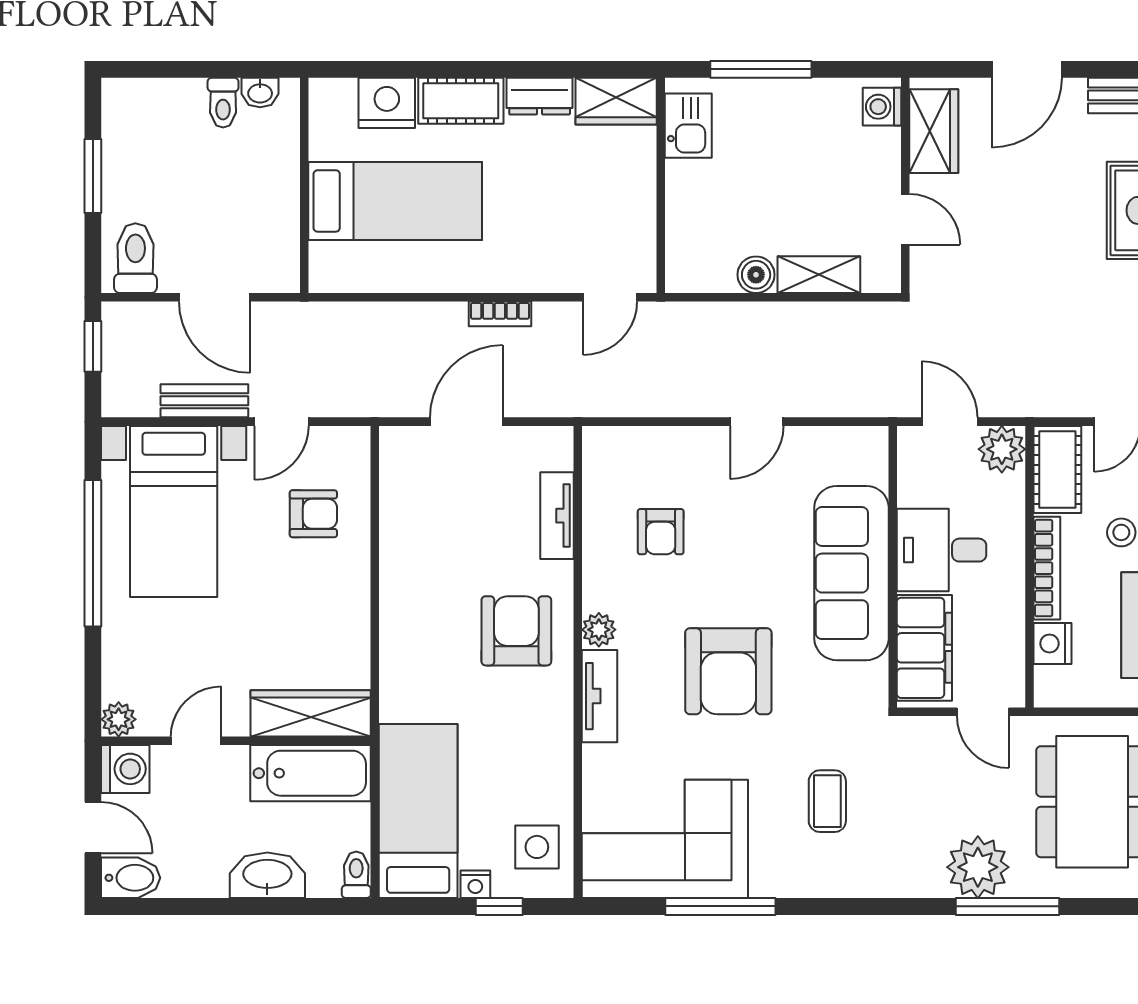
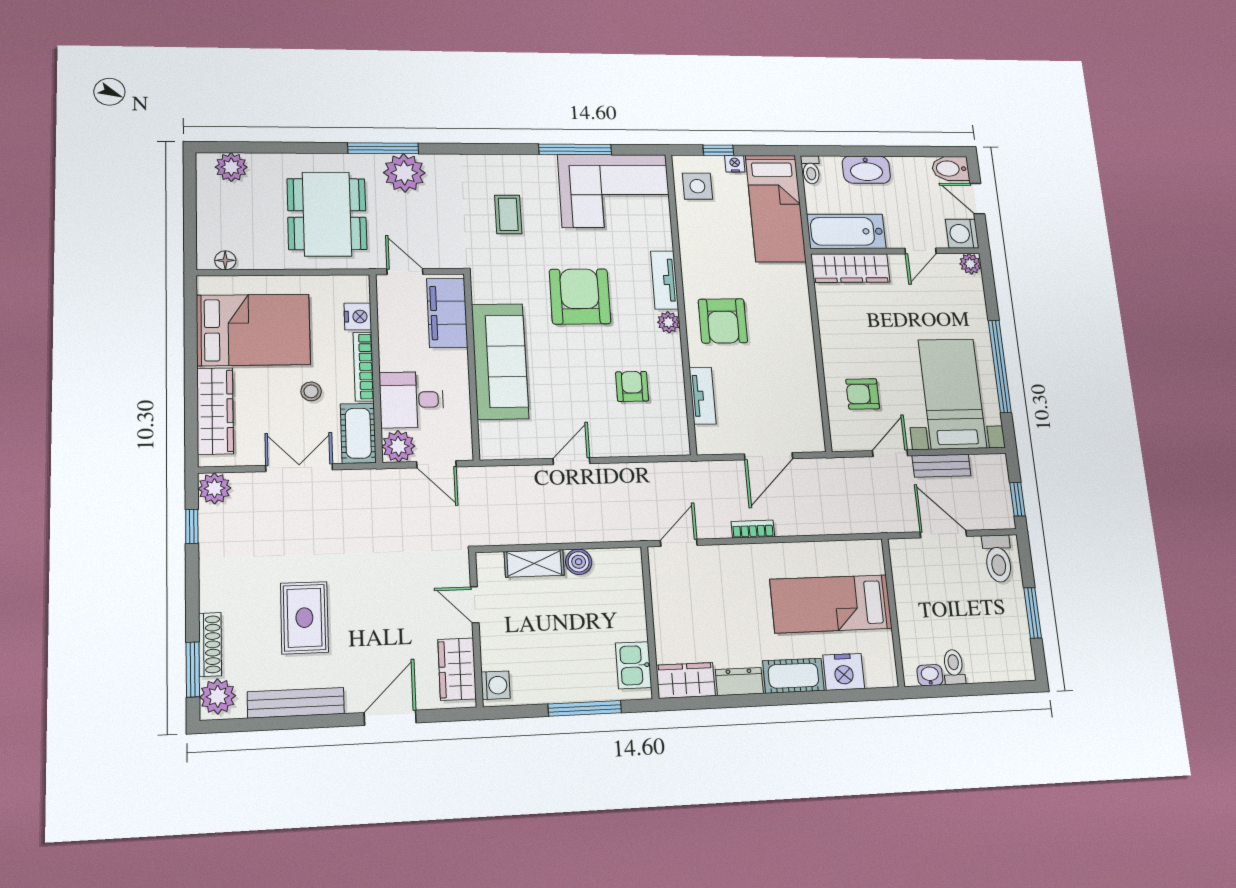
desk: (941, 550) -> (412, 400), moved, turned 180

